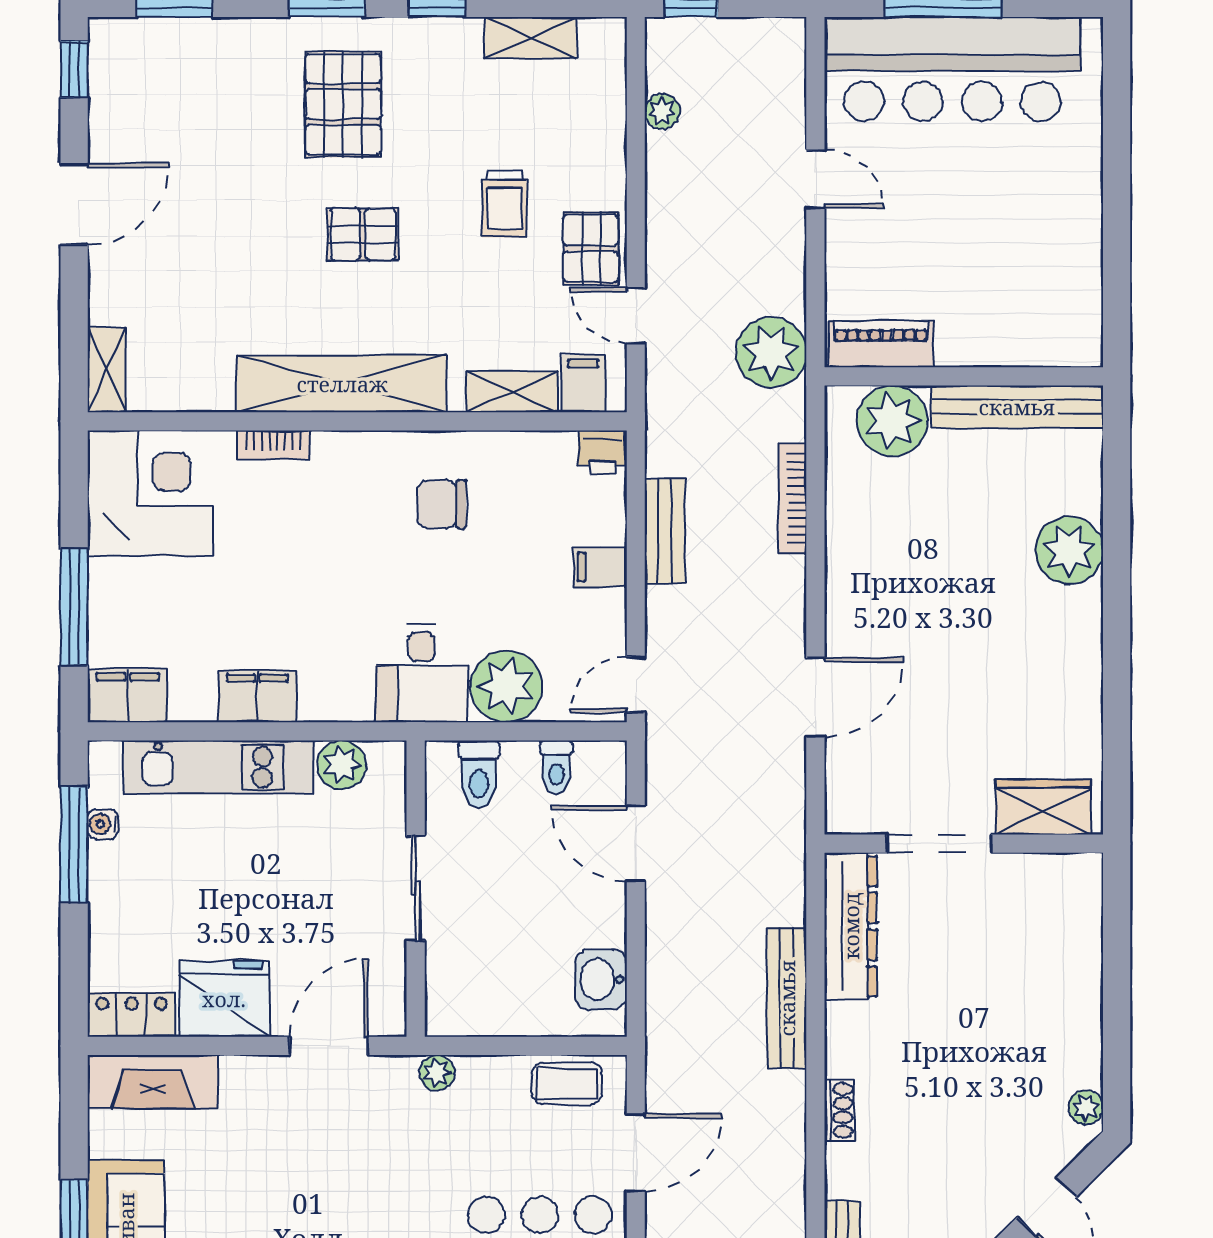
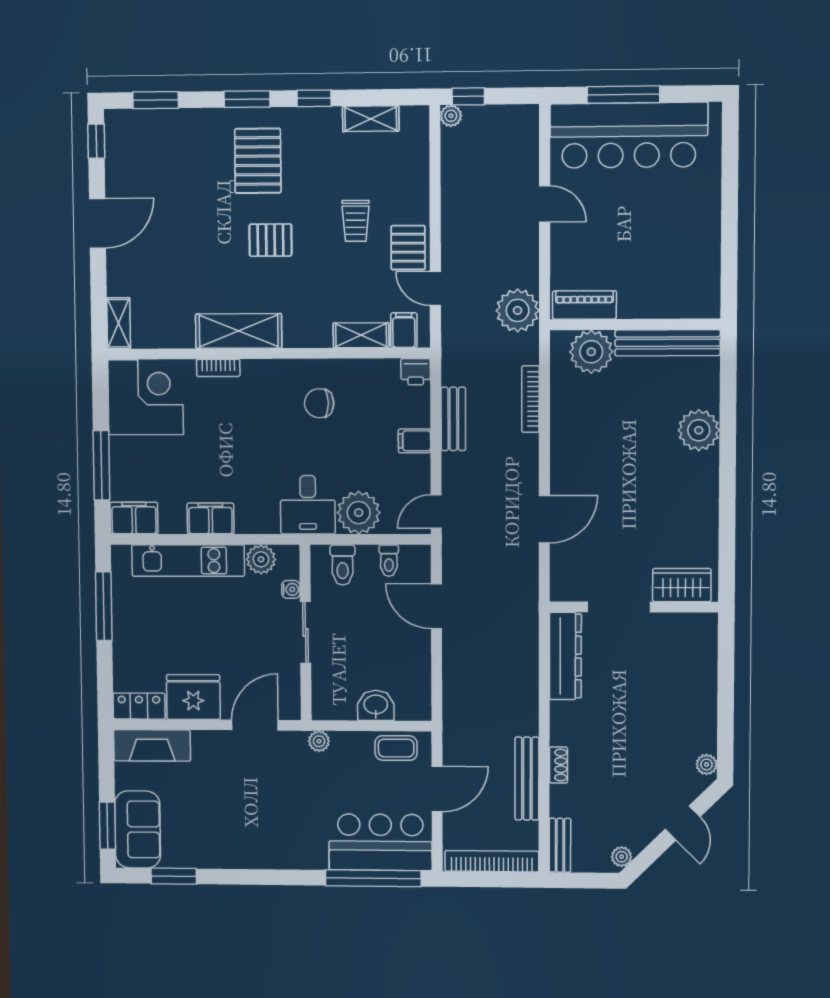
plant: (662, 111) -> (451, 116), moved
shelving: (342, 384) -> (239, 331), width x0.68
water cooler: (103, 824) -> (291, 589), moved, turned 180
washbasin: (601, 980) -> (376, 705), moved, turned 90
bench: (787, 998) -> (527, 779), moved

